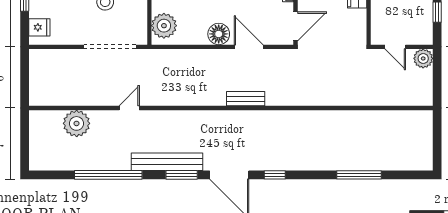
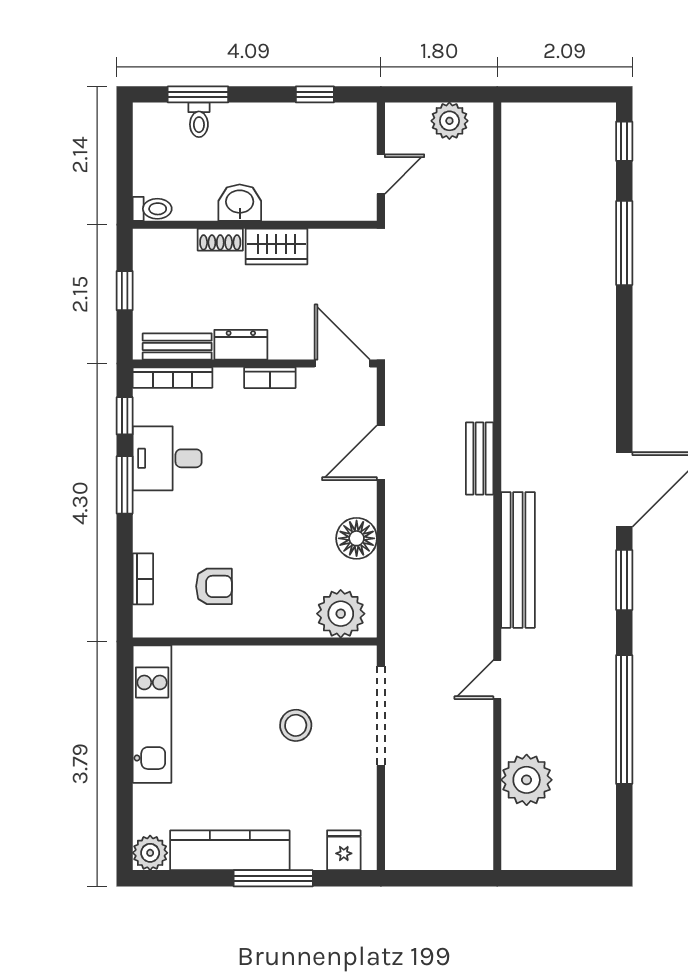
floor lamp: (219, 34) -> (357, 538), moved
plant: (423, 58) -> (449, 121), moved
door: (129, 108) -> (497, 680), hinge flipped
bench: (167, 162) -> (518, 560), moved
window: (275, 175) -> (624, 141), moved

